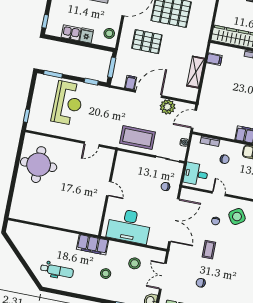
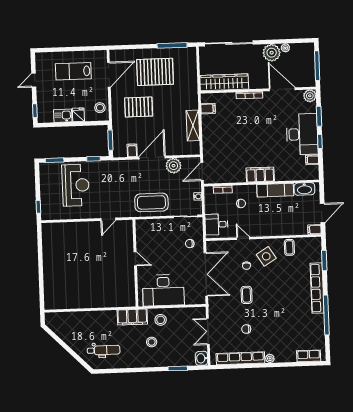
round table: (39, 165) -> (61, 251), removed
stool: (135, 263) -> (161, 320), moved

